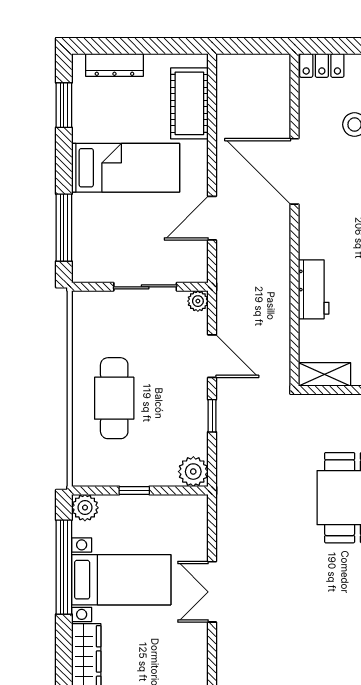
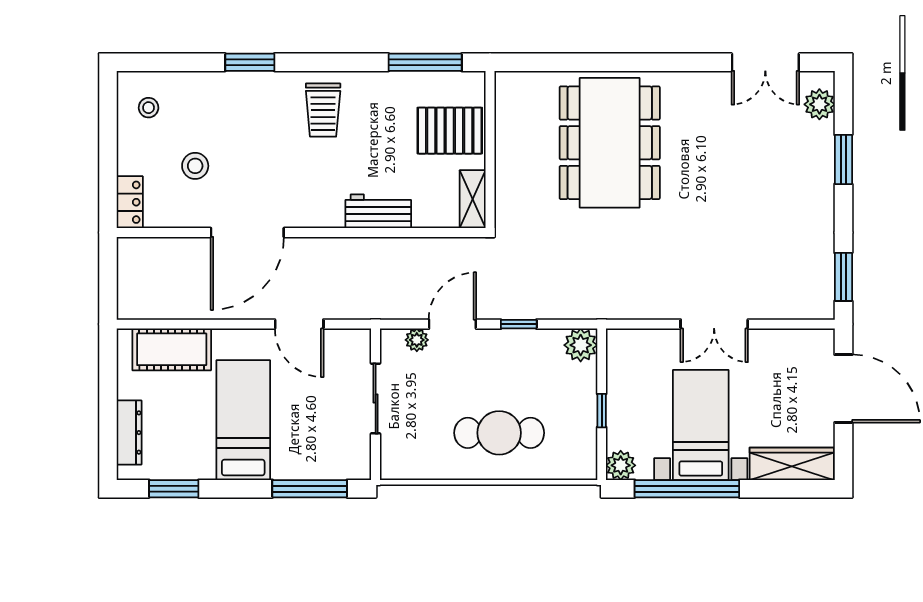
plant: (198, 301) -> (417, 340), moved

